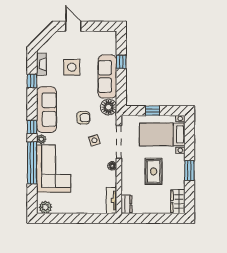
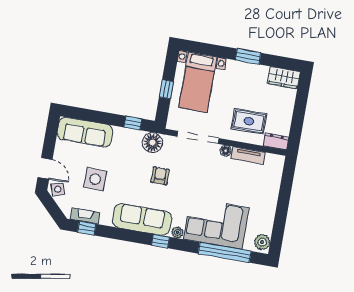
door: (73, 26) -> (45, 168), swing flipped
window: (121, 62) -> (133, 123), moved
sofa: (107, 76) -> (85, 132), moved
window: (32, 81) -> (87, 228), moved
side table: (94, 140) -> (58, 189), moved
window: (32, 163) -> (225, 252), moved
rug: (154, 171) -> (249, 121), moved
tv unit: (112, 201) -> (248, 156), moved

